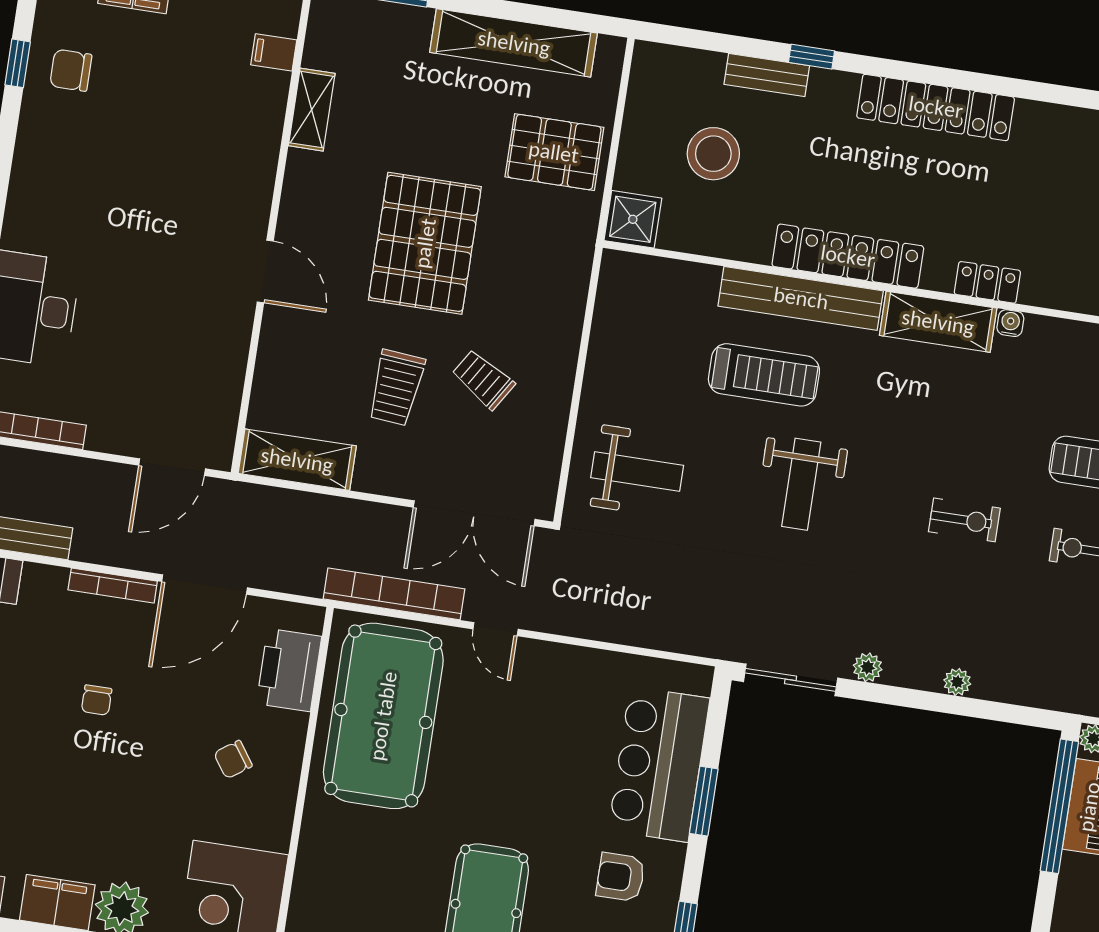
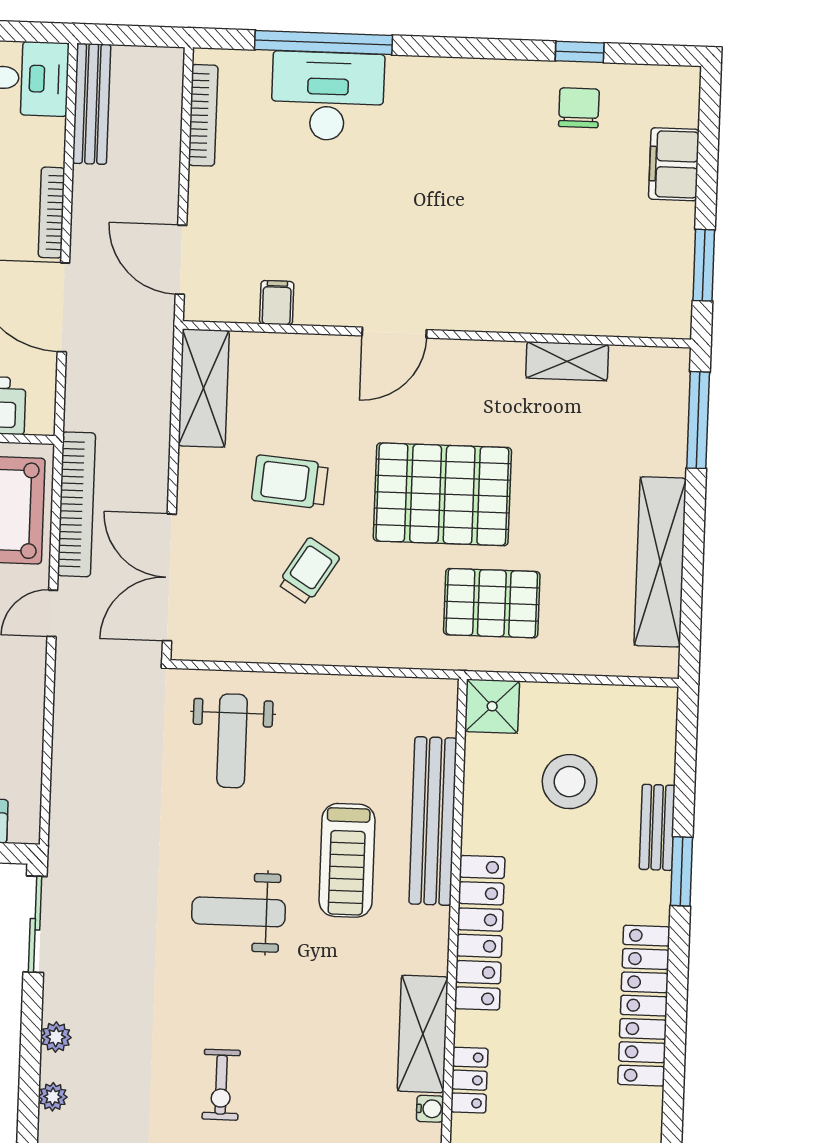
filing cabinet: (274, 52) -> (277, 303), moved
window: (811, 57) -> (682, 871), width x1.50
pallet: (554, 152) -> (492, 603), moved, turned 90
bench: (801, 298) -> (433, 821), moved
plant: (868, 667) -> (56, 1037), moved

